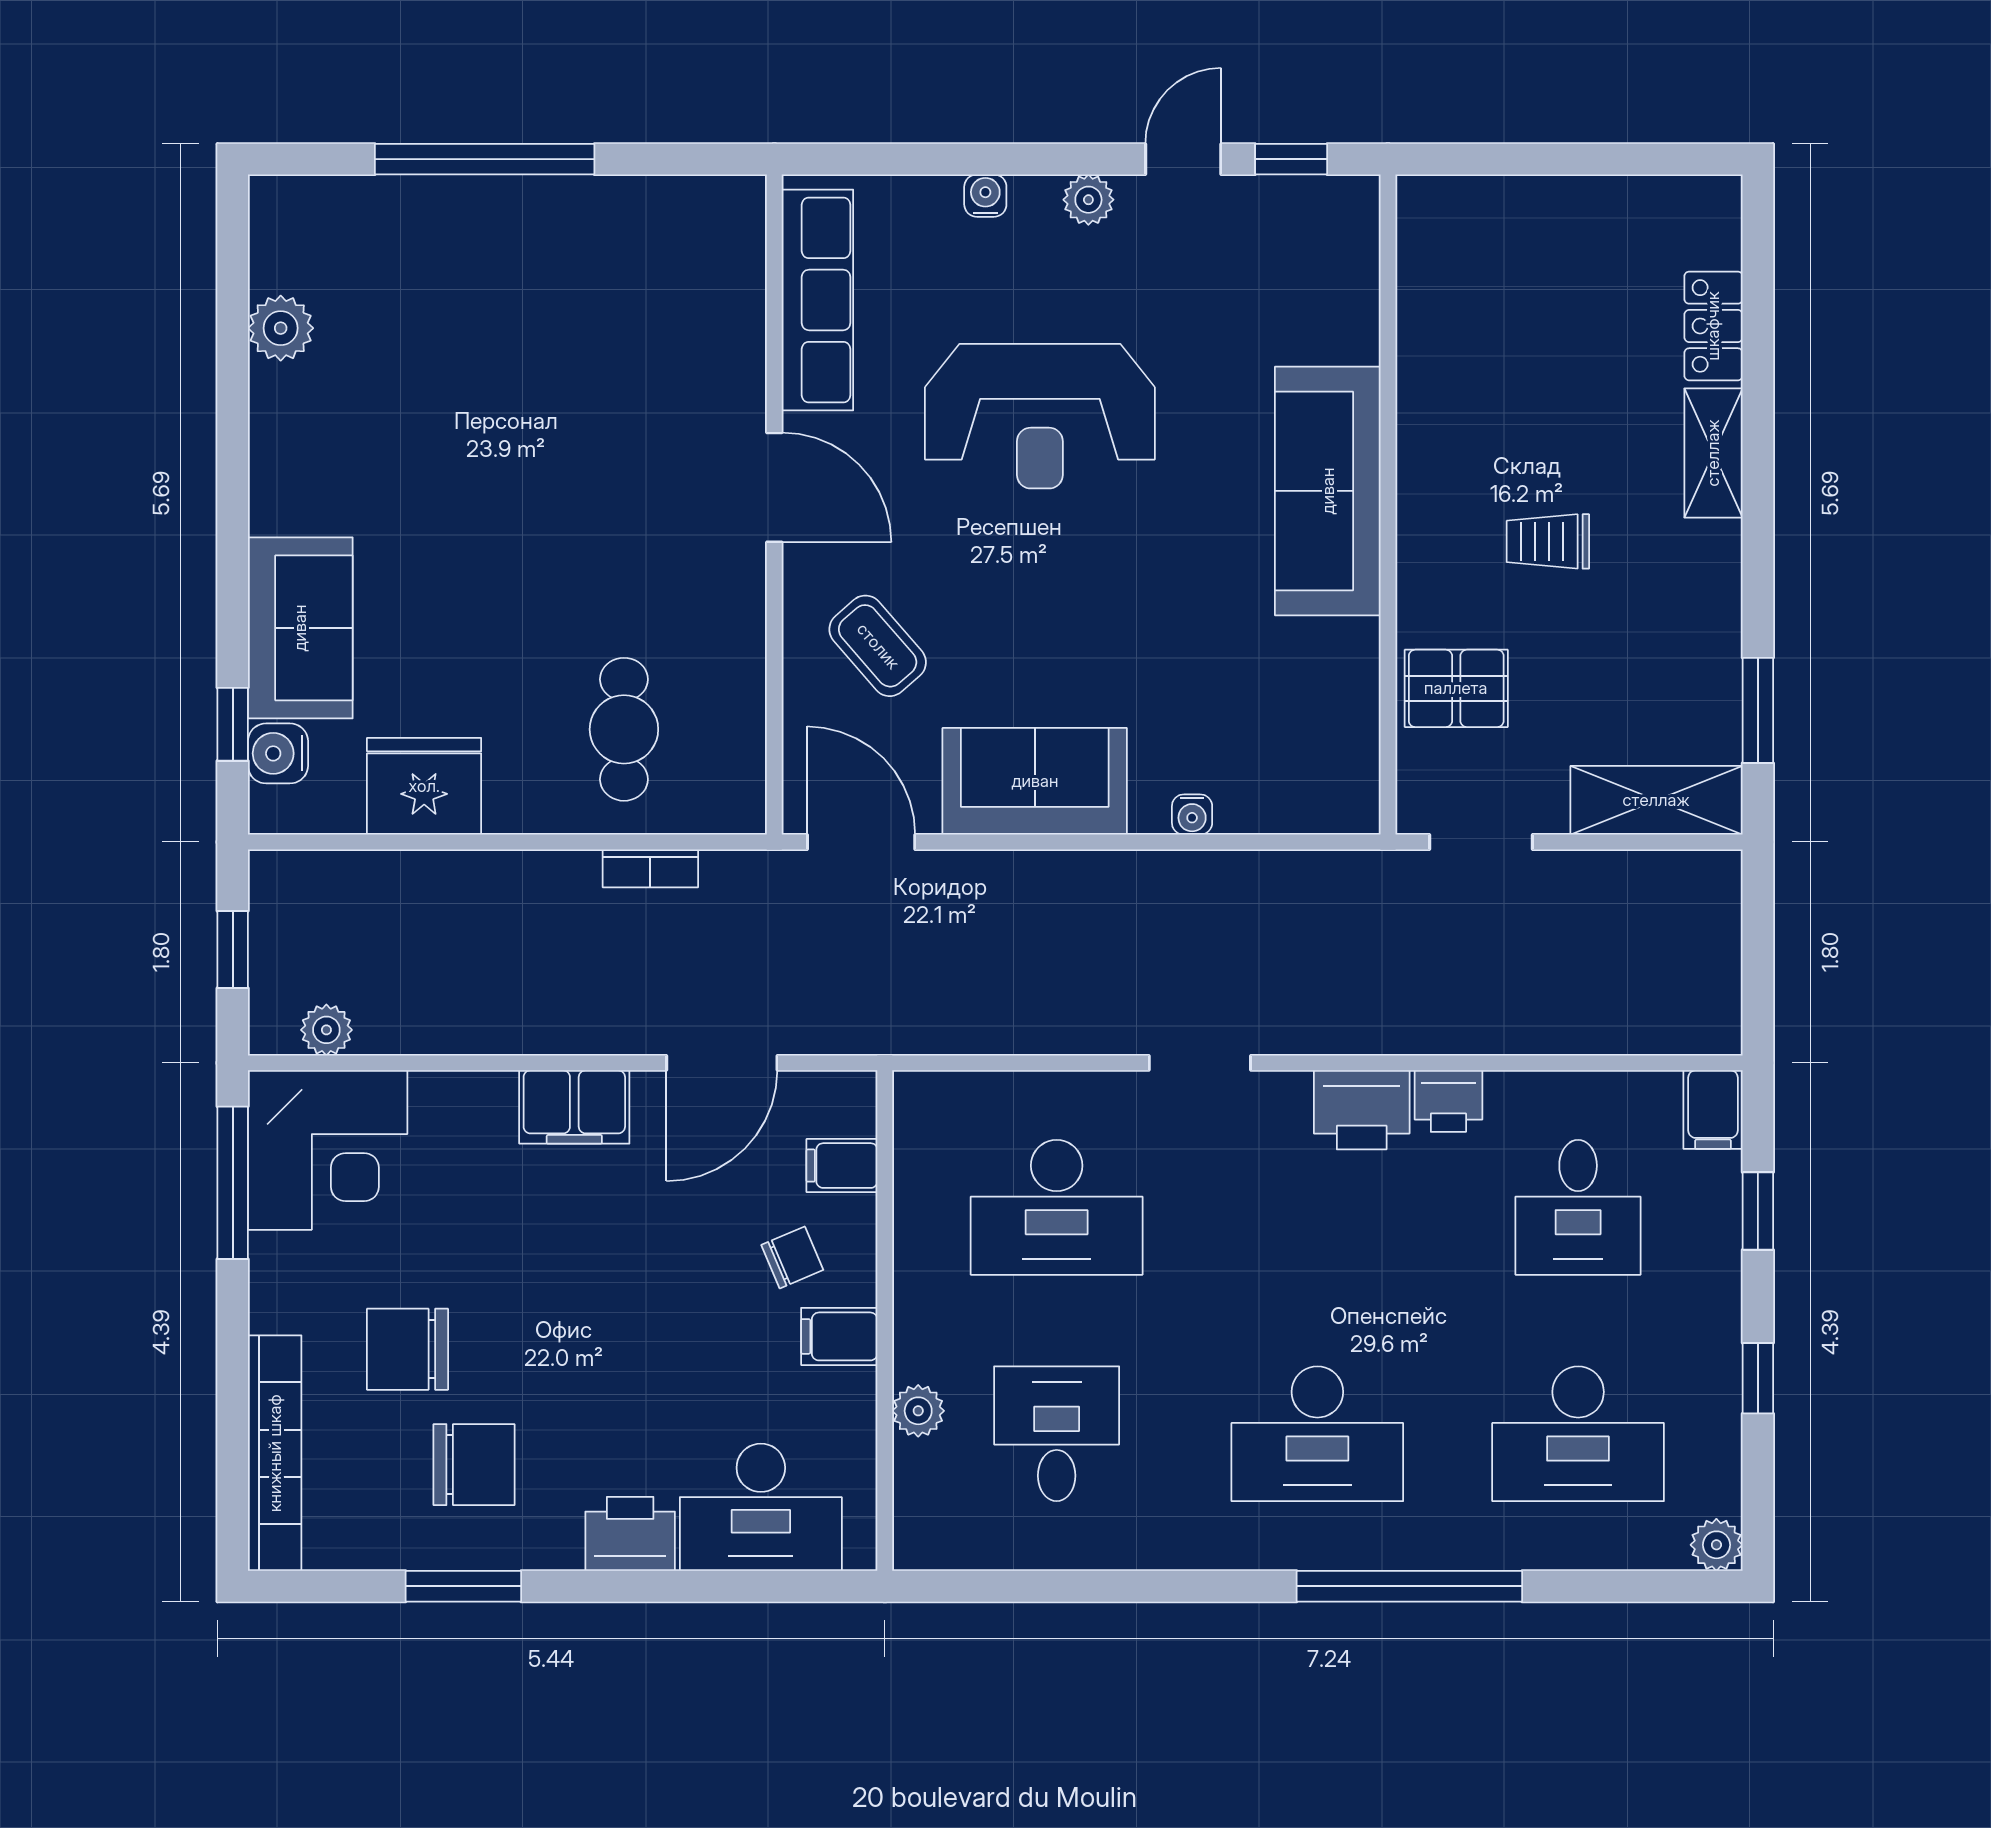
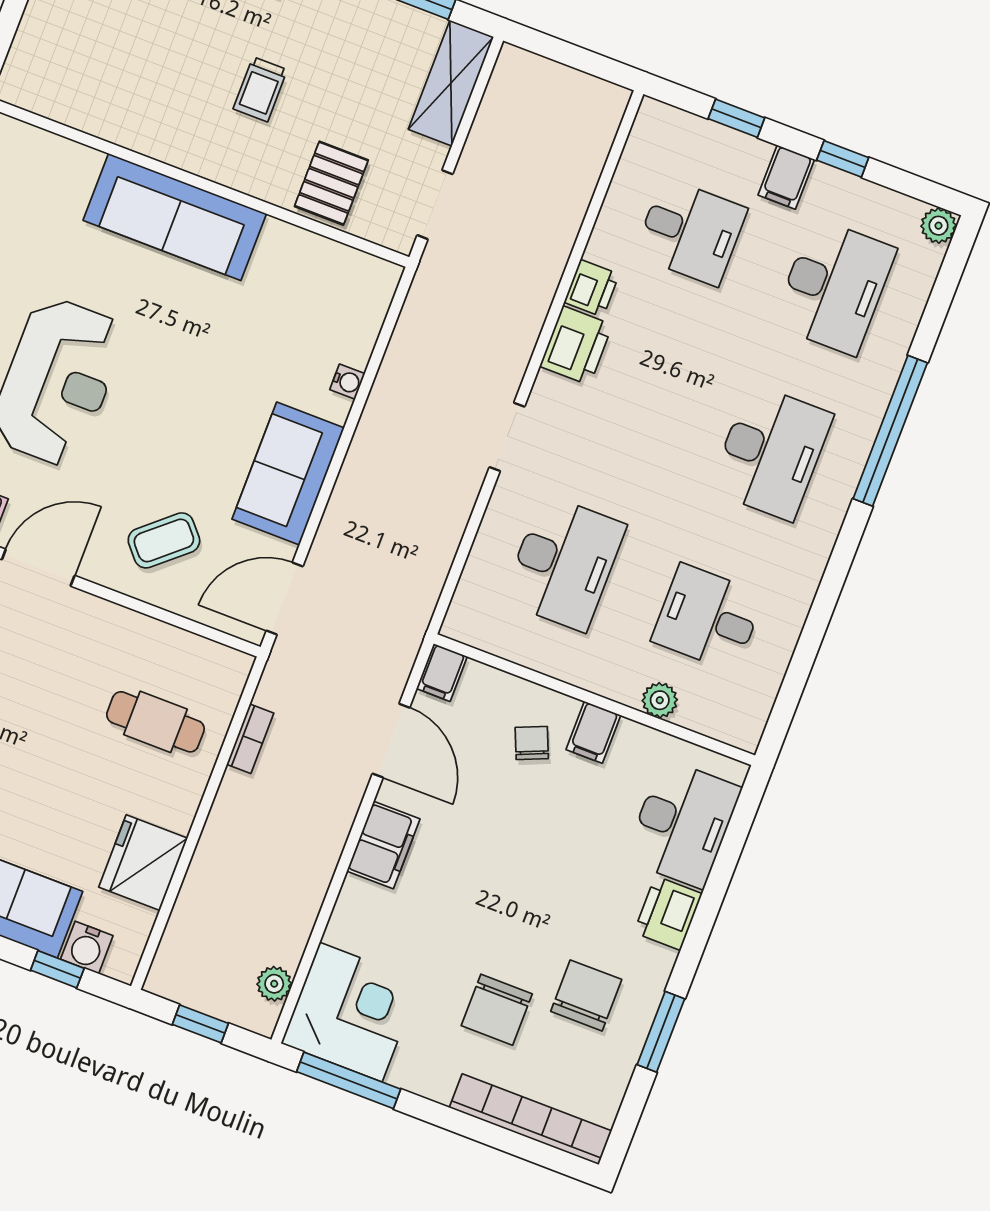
filing cabinet: (1713, 1110) -> (786, 177), moved, turned 90
filing cabinet: (842, 1166) -> (442, 673), moved

